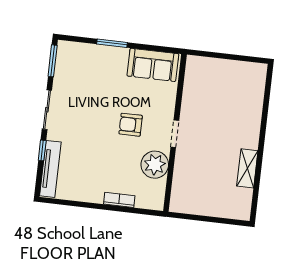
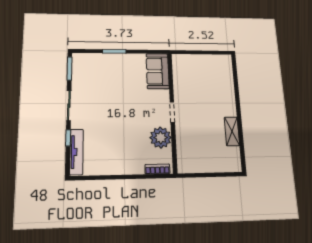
sofa: (153, 65) -> (158, 71), moved, turned 90
armchair: (131, 125) -> (137, 109), removed
bookcase: (119, 200) -> (157, 169), moved

